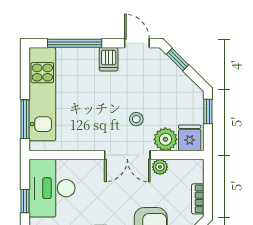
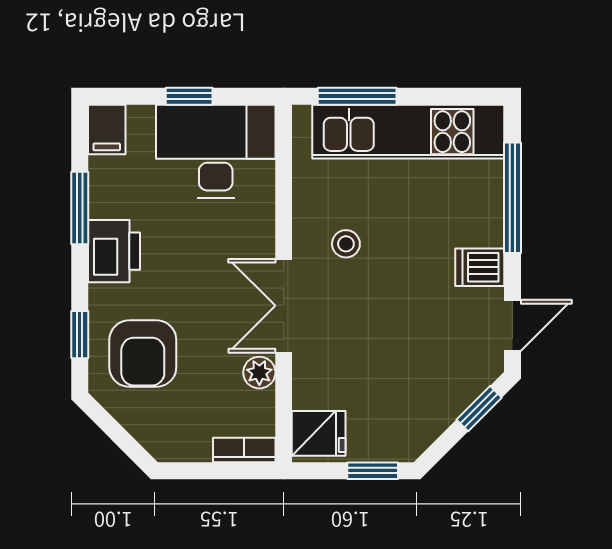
stool: (136, 119) -> (346, 244), moved
plant: (165, 139) -> (316, 384), removed
bookcase: (198, 199) -> (244, 450), moved

